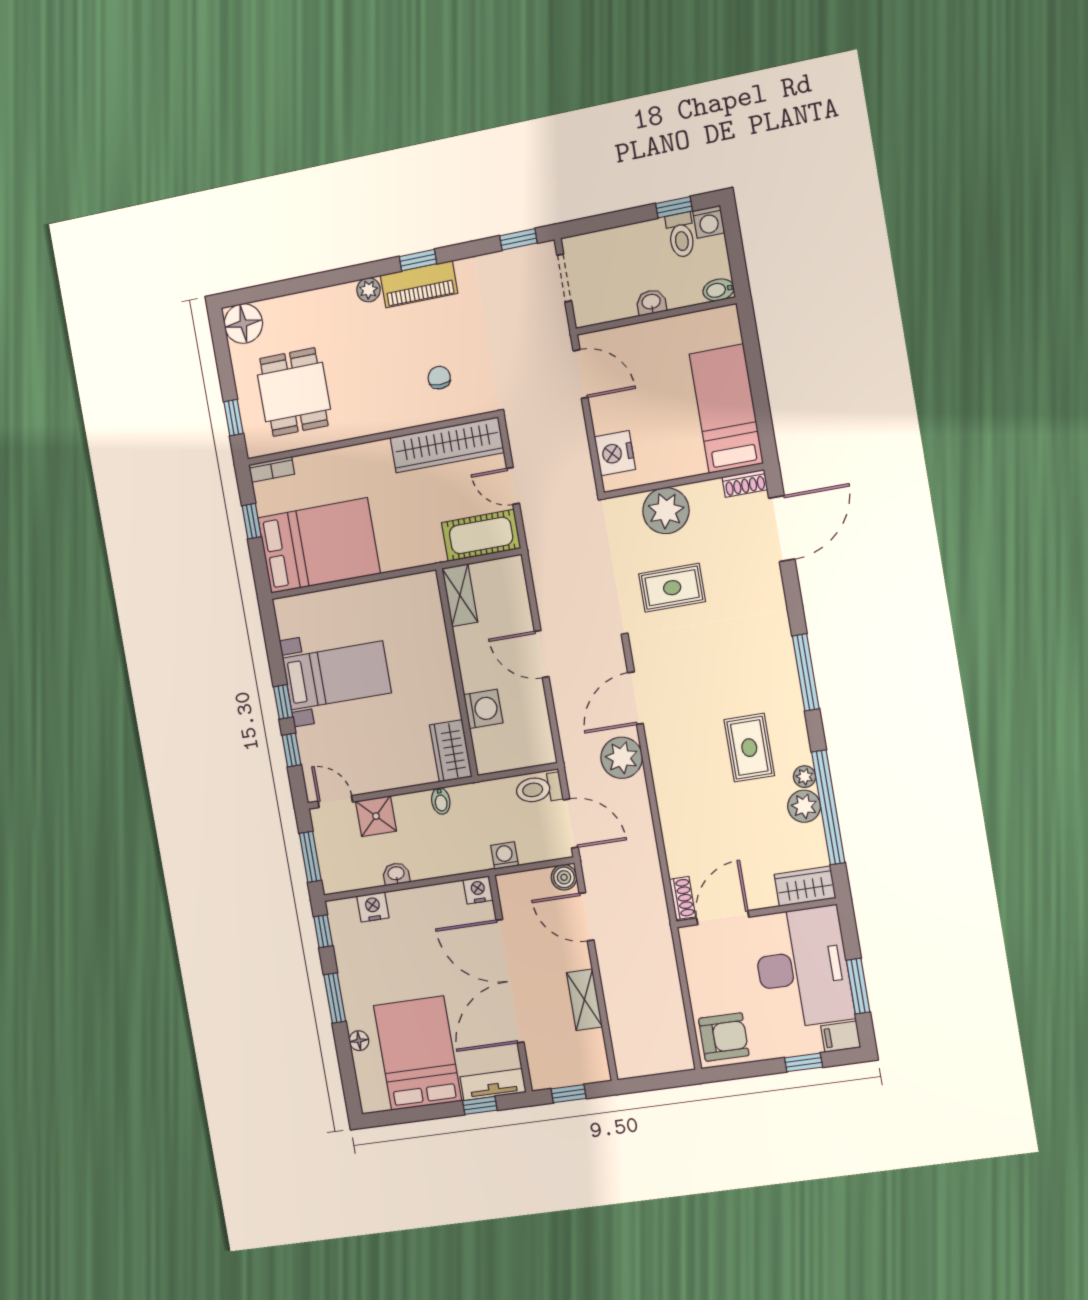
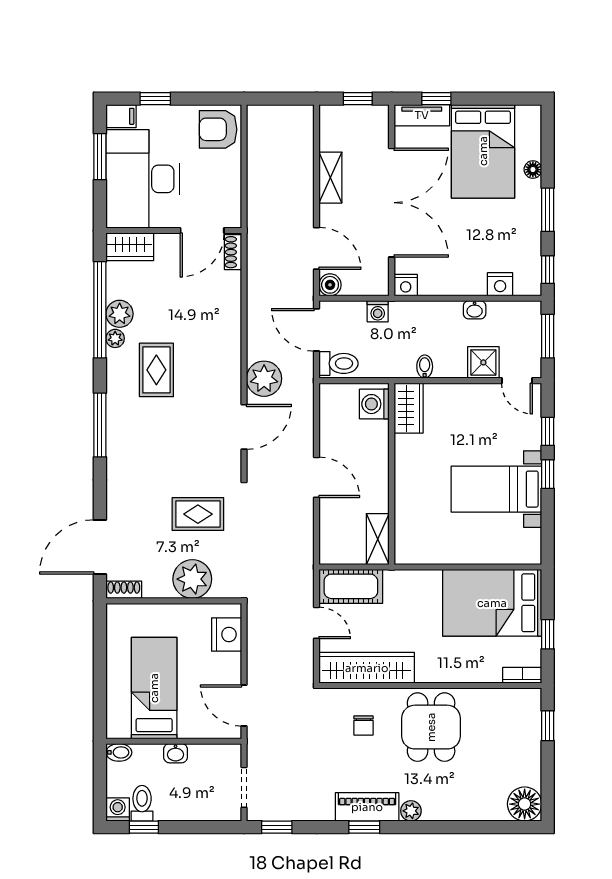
dining table: (294, 392) -> (431, 727), moved
bed: (726, 409) -> (154, 688), moved, turned 180
washing machine: (483, 709) -> (374, 404), moved

